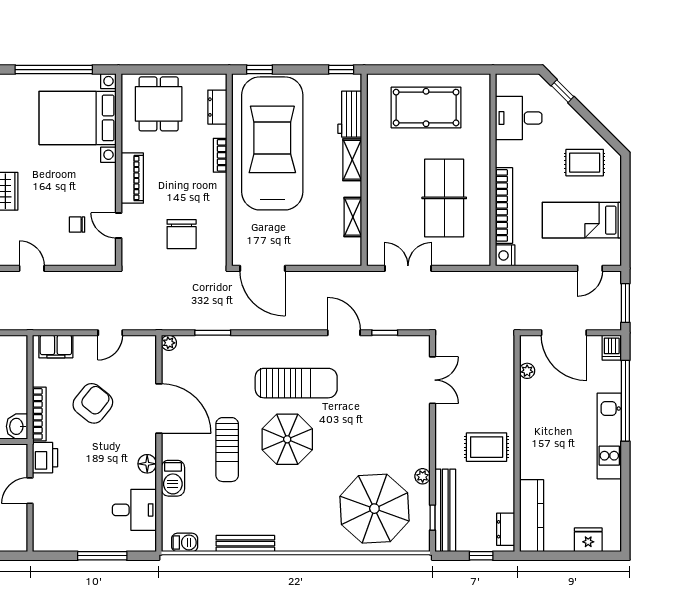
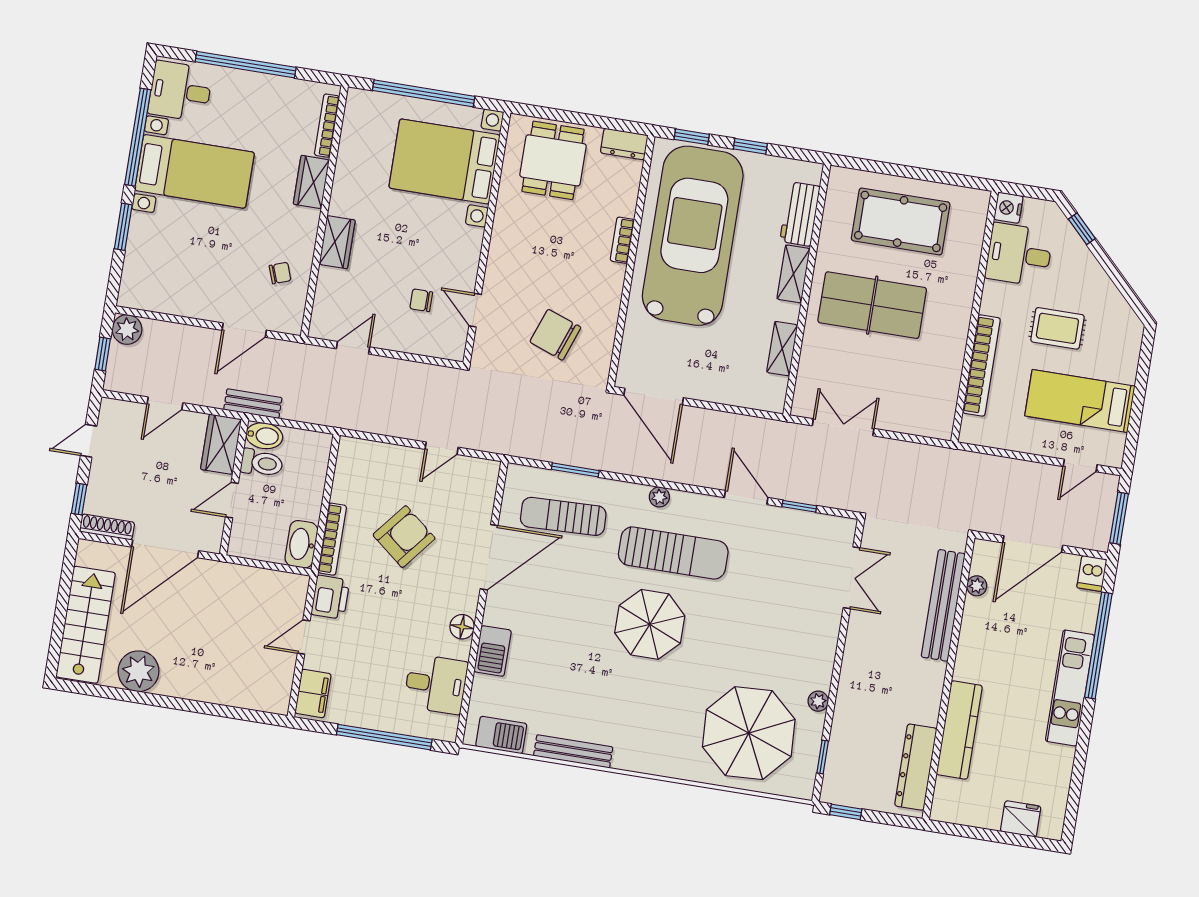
window: (341, 70) -> (750, 146), moved
dresser: (217, 107) -> (624, 144), moved, turned -90
rug: (585, 163) -> (1057, 328), moved
piano: (132, 178) -> (503, 251), removed
table tennis table: (444, 198) -> (872, 305), moved, turned 90
chair: (182, 234) -> (555, 335), turned 110
nightstand: (505, 255) -> (1008, 208), moved
door: (32, 268) -> (353, 348), hinge flipped
door: (564, 333) -> (1033, 544), hinge flipped
plant: (169, 343) -> (659, 497), moved
filing cabinet: (56, 347) -> (313, 693), moved, turned -90
door: (159, 409) -> (489, 557), hinge flipped
washbasin: (17, 426) -> (301, 544), width x1.38
rug: (487, 447) -> (908, 677), removed
sun lounger: (227, 450) -> (563, 516), moved, turned 88
bench: (445, 510) -> (943, 605), moved
kitchen counter: (532, 516) -> (959, 730), moved
dresser: (506, 529) -> (916, 767), width x1.96, depth x1.24
barbecue: (185, 542) -> (501, 735), width x1.38, depth x1.27
window: (102, 556) -> (384, 737), width x1.46
window: (481, 556) -> (846, 812), moved

